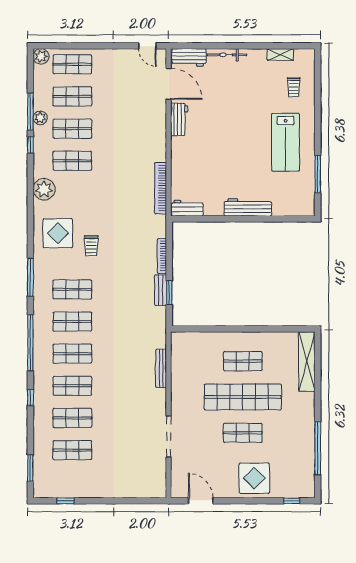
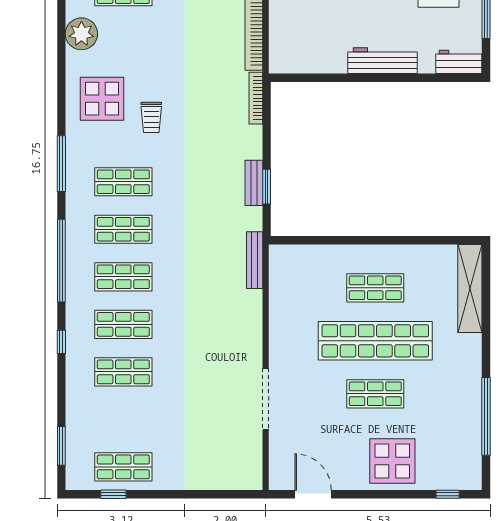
workbench: (187, 208) -> (459, 62), moved
bookcase: (162, 256) -> (256, 98), moved
bench: (161, 368) -> (255, 260), moved
shop shelf: (72, 450) -> (123, 467), moved

